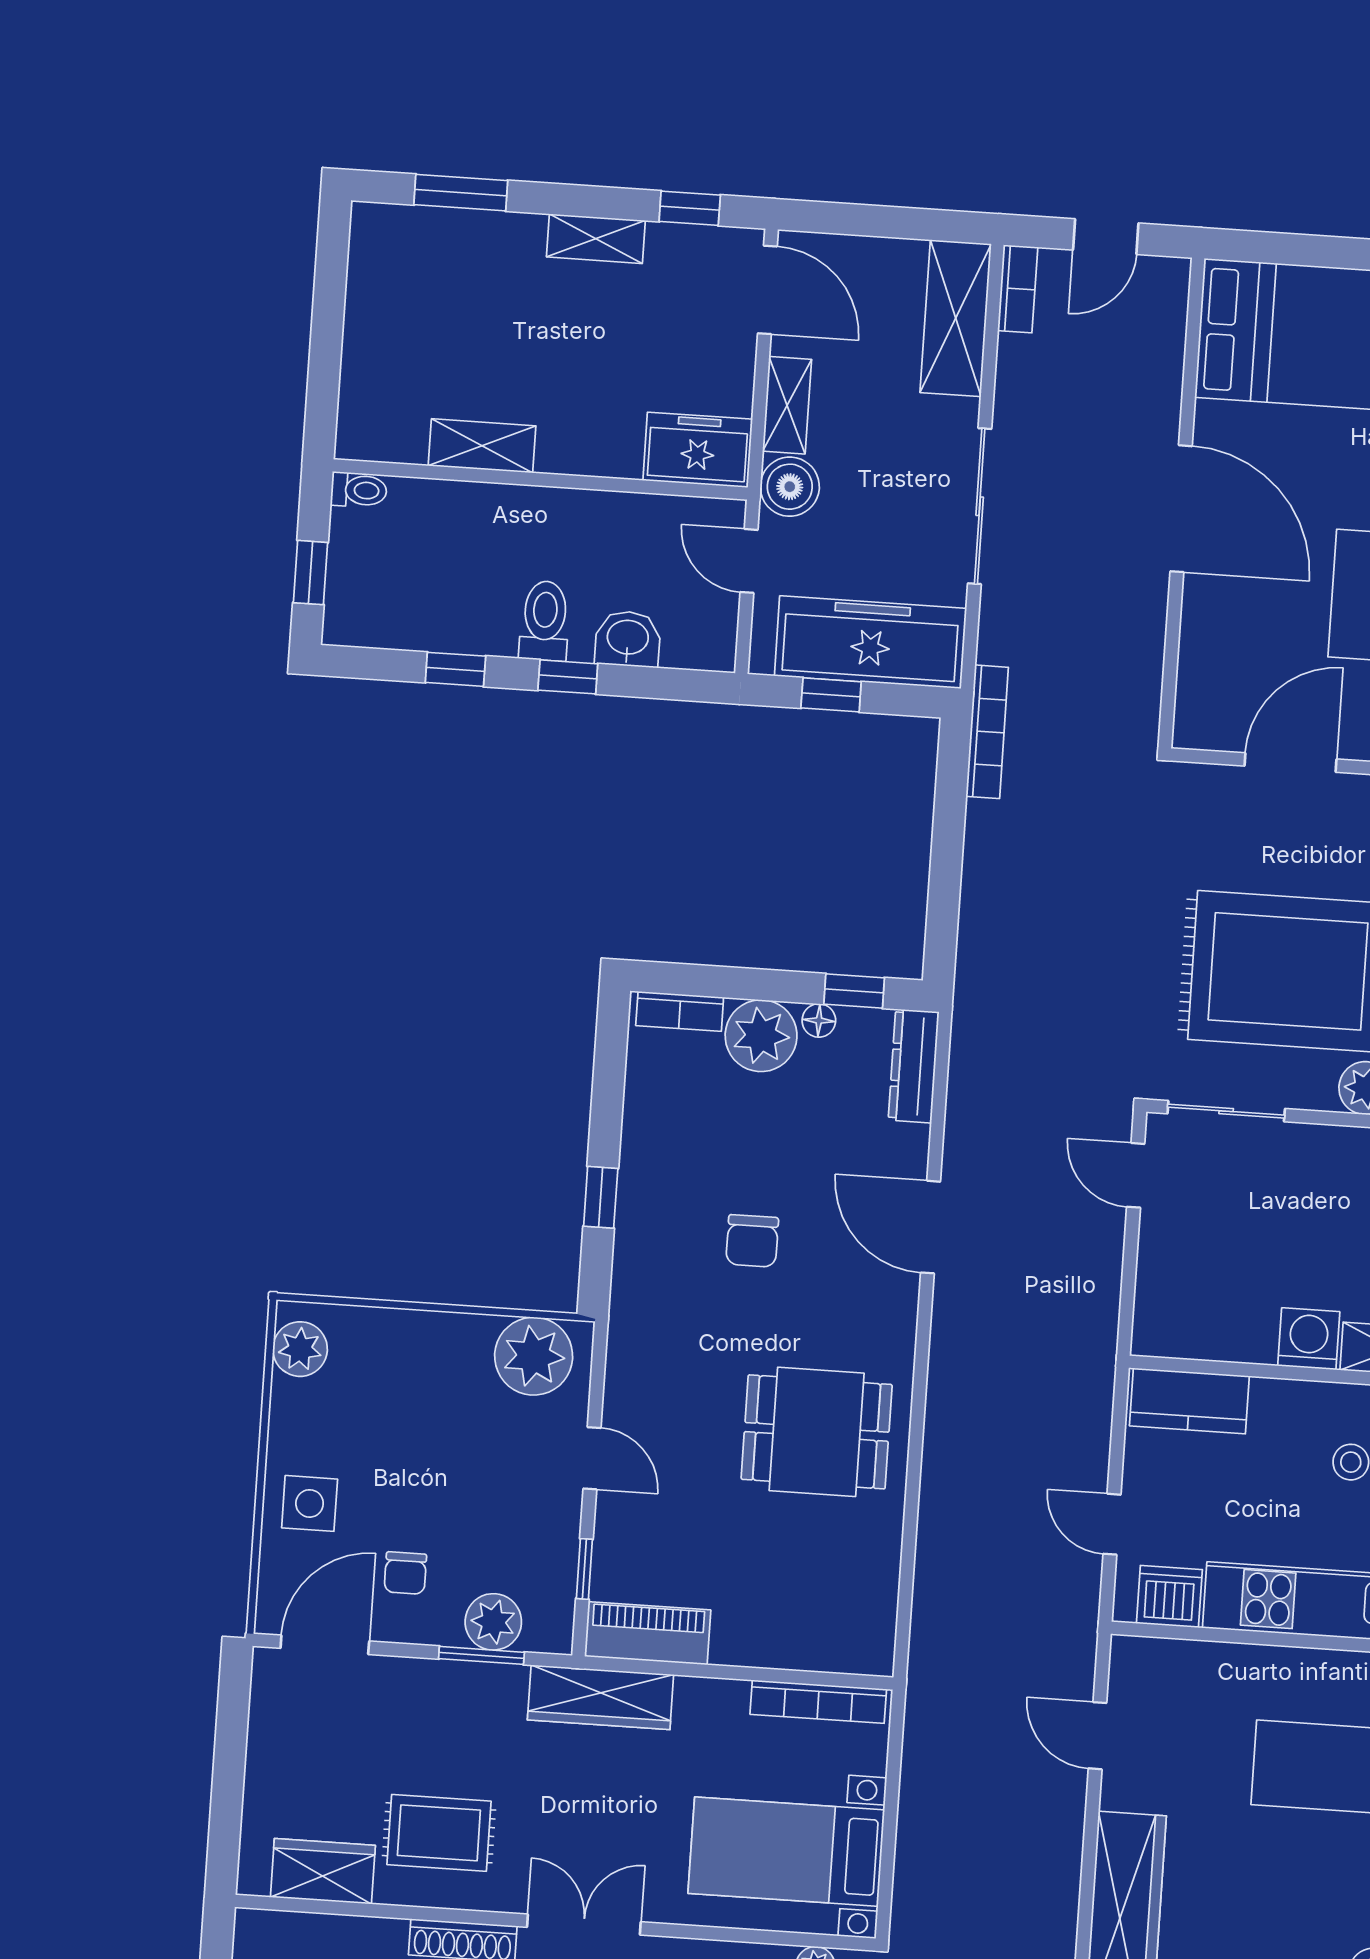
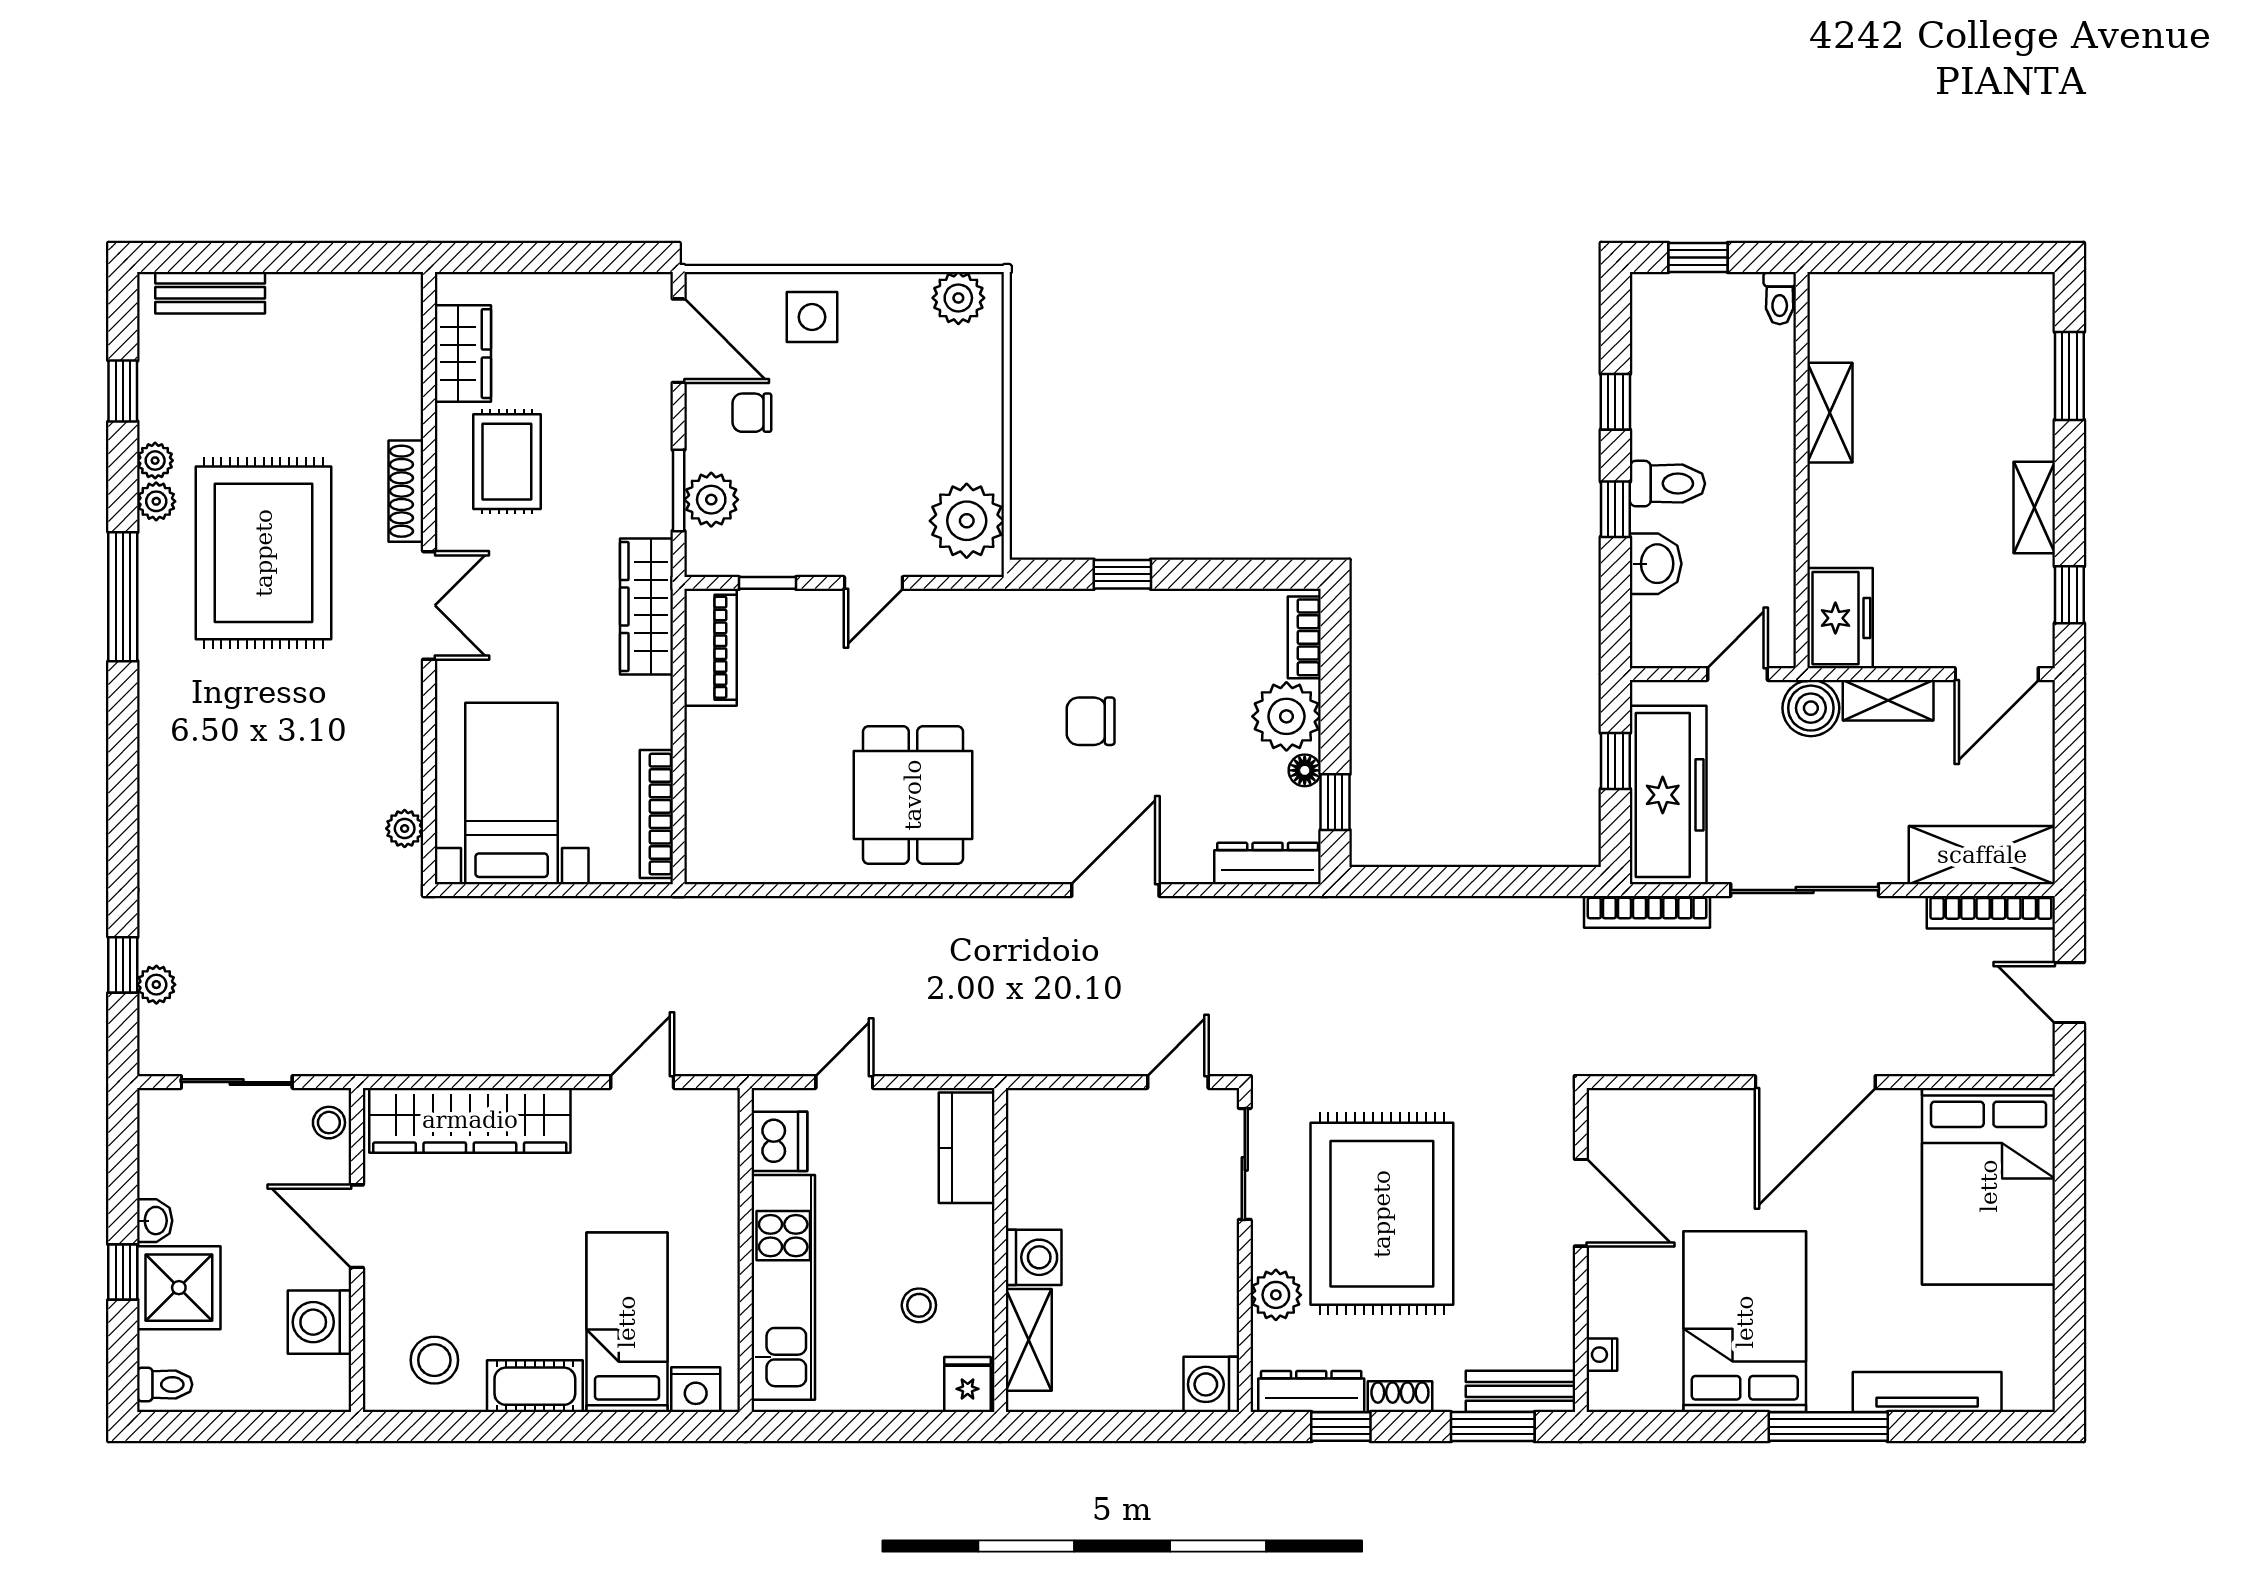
bookcase: (1018, 289) -> (1991, 912), width x1.56
bookcase: (987, 732) -> (1647, 912), moved

